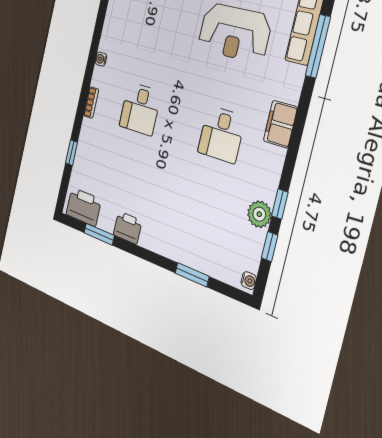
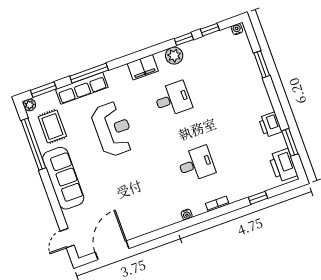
plant: (259, 214) -> (174, 56), moved

